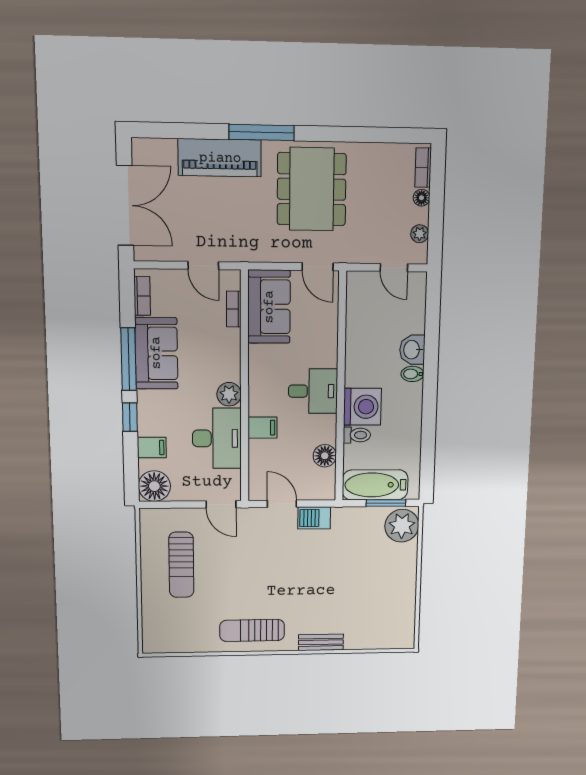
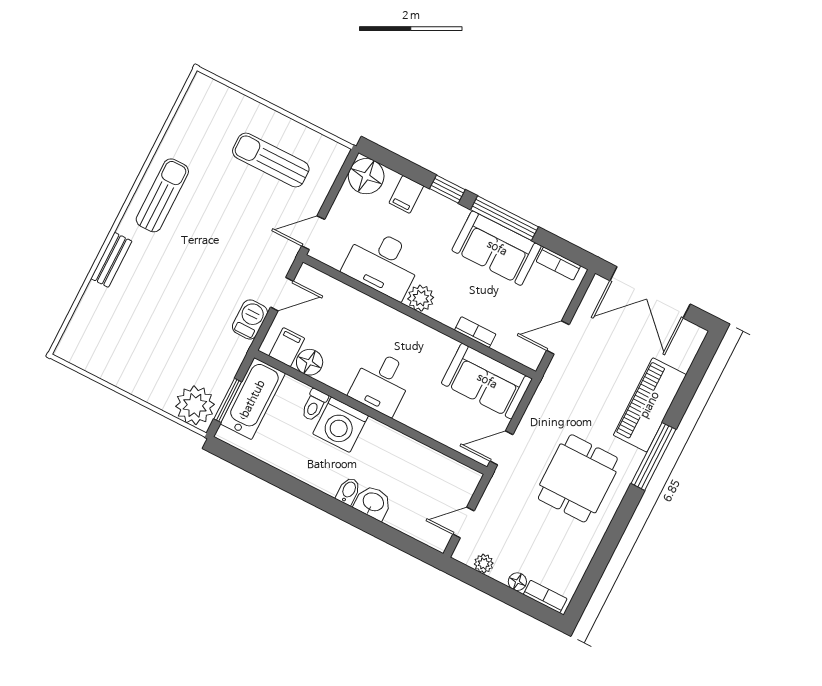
dining table: (312, 189) -> (578, 478), width x0.73
bookcase: (234, 309) -> (475, 332), moved
filing cabinet: (262, 428) -> (287, 347), moved, turned 180

